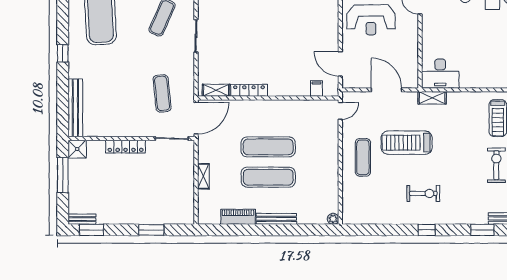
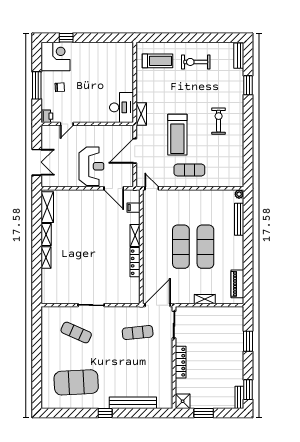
reception desk: (371, 20) -> (91, 166), moved
door: (340, 64) -> (114, 188), hinge flipped
shelving: (216, 90) -> (135, 235), moved
bench: (75, 108) -> (133, 403), moved
door: (196, 118) -> (158, 305), hinge flipped
window: (63, 175) -> (204, 413), width x0.69
piano: (238, 217) -> (237, 284), moved
bench: (276, 219) -> (239, 219), moved
window: (427, 230) -> (248, 118), removed
window: (482, 230) -> (248, 85), moved

